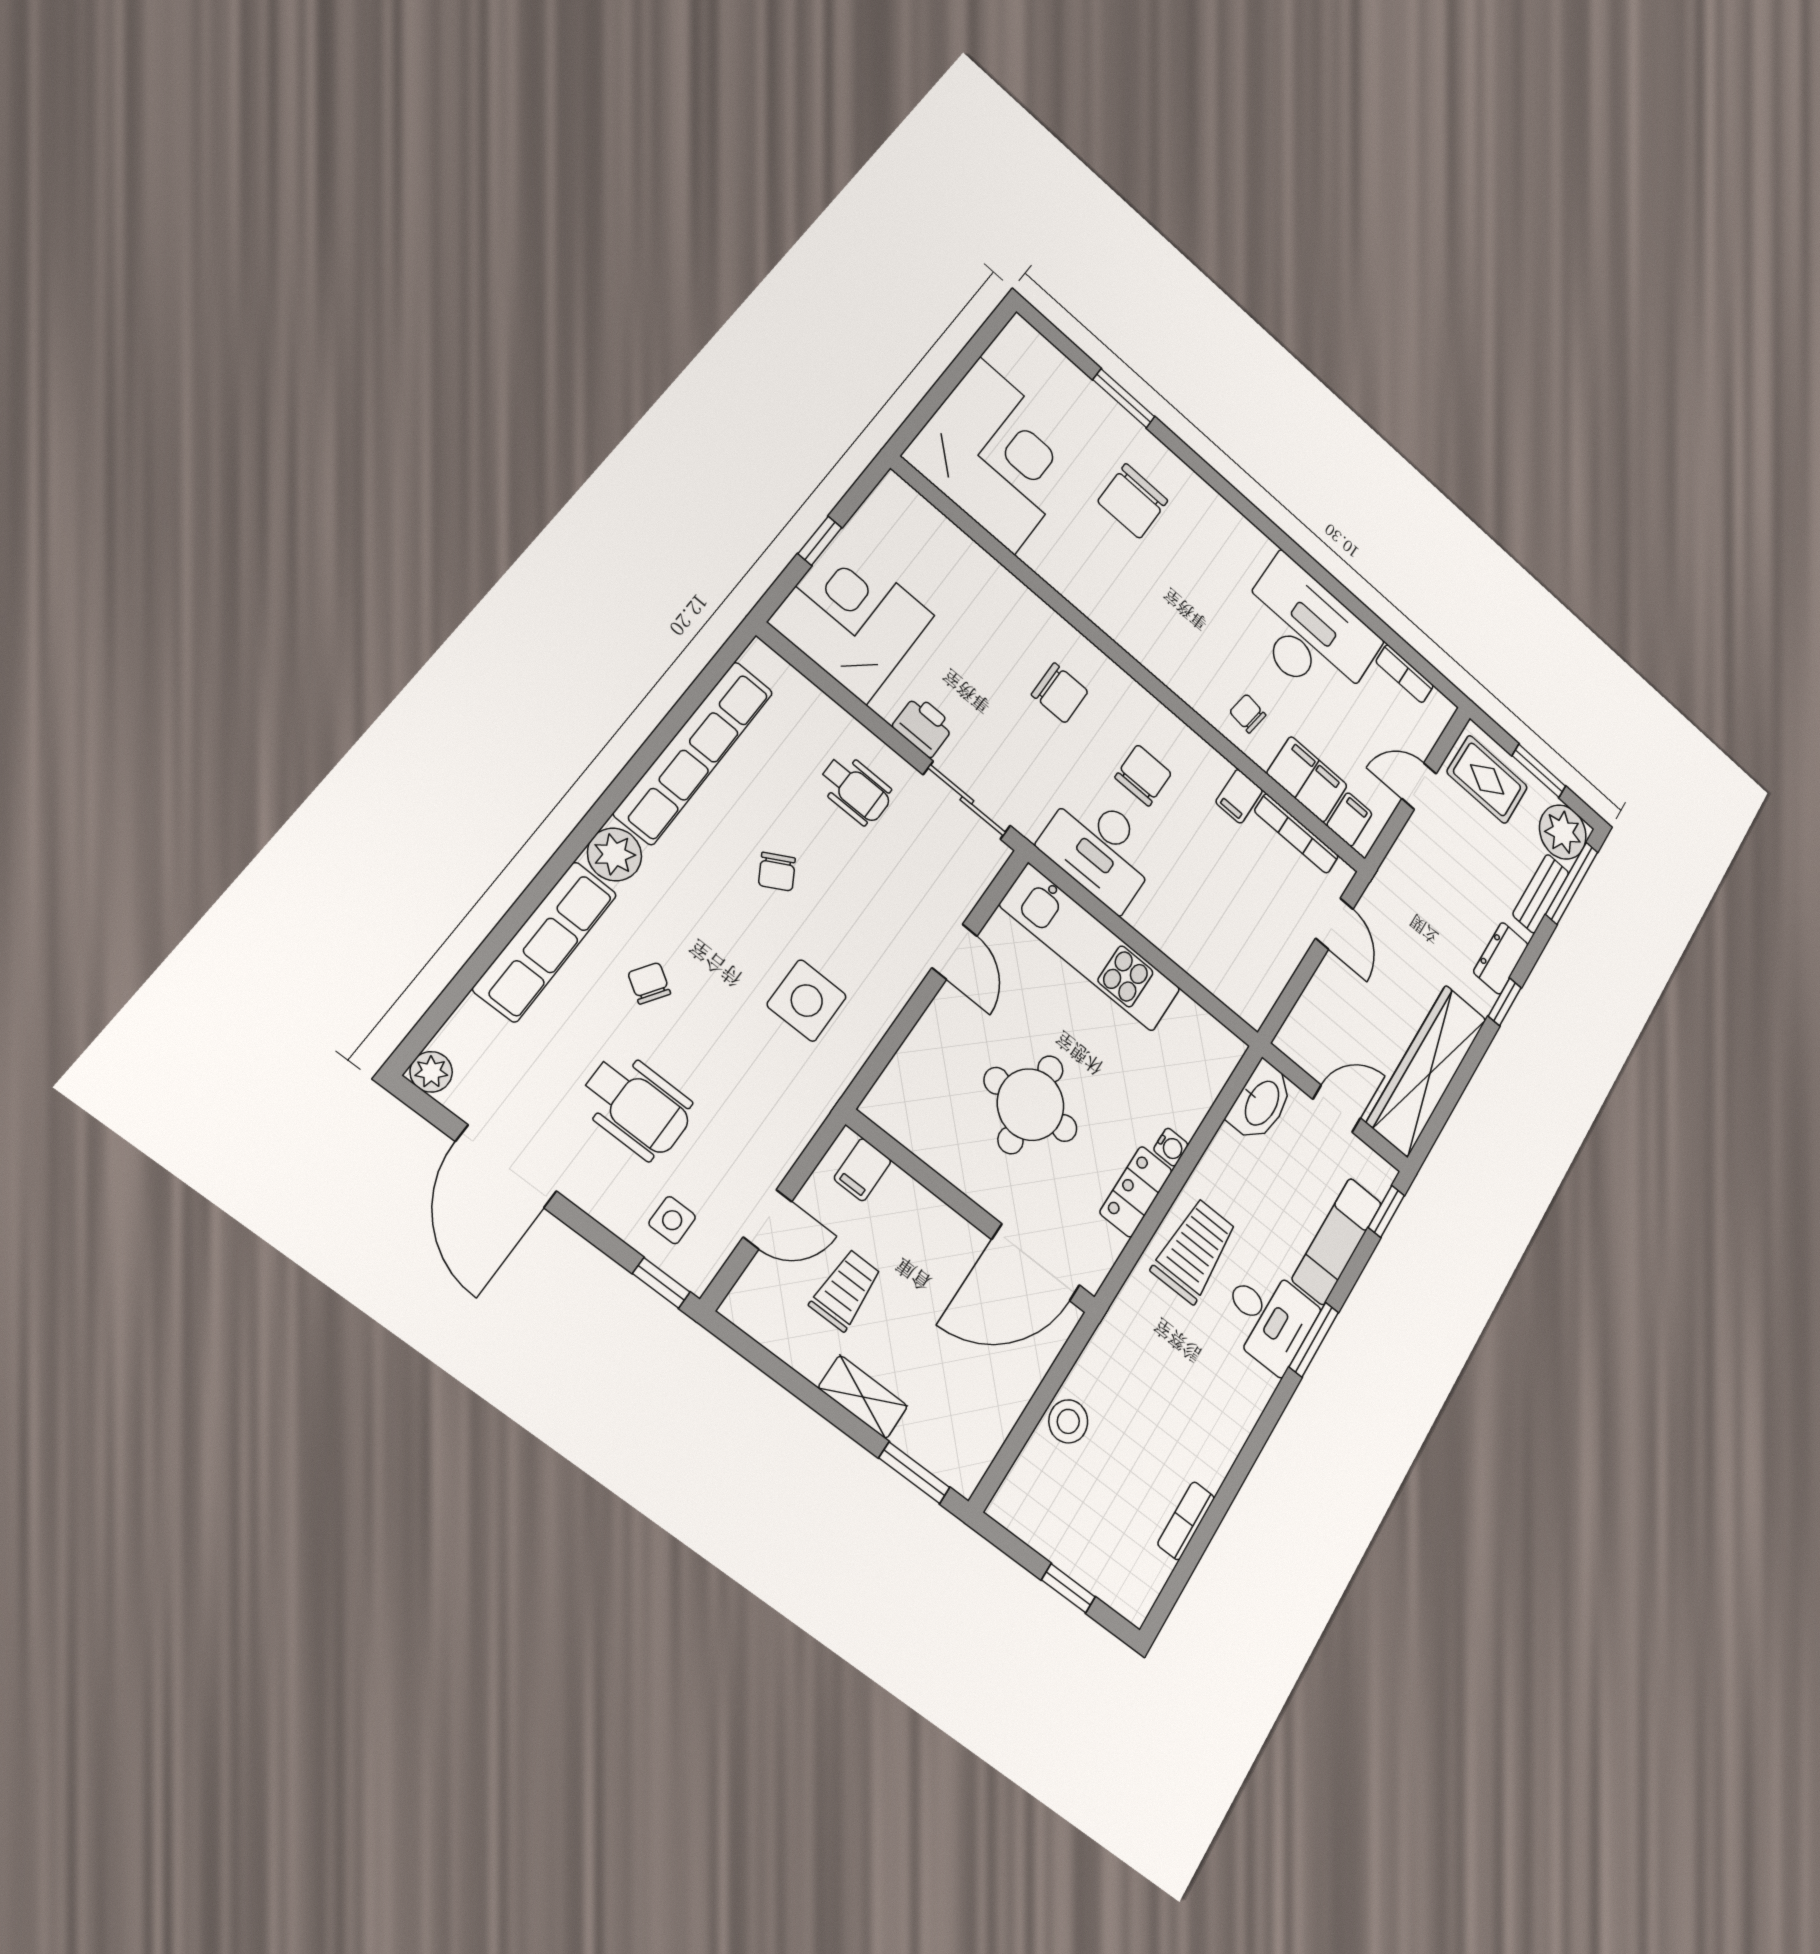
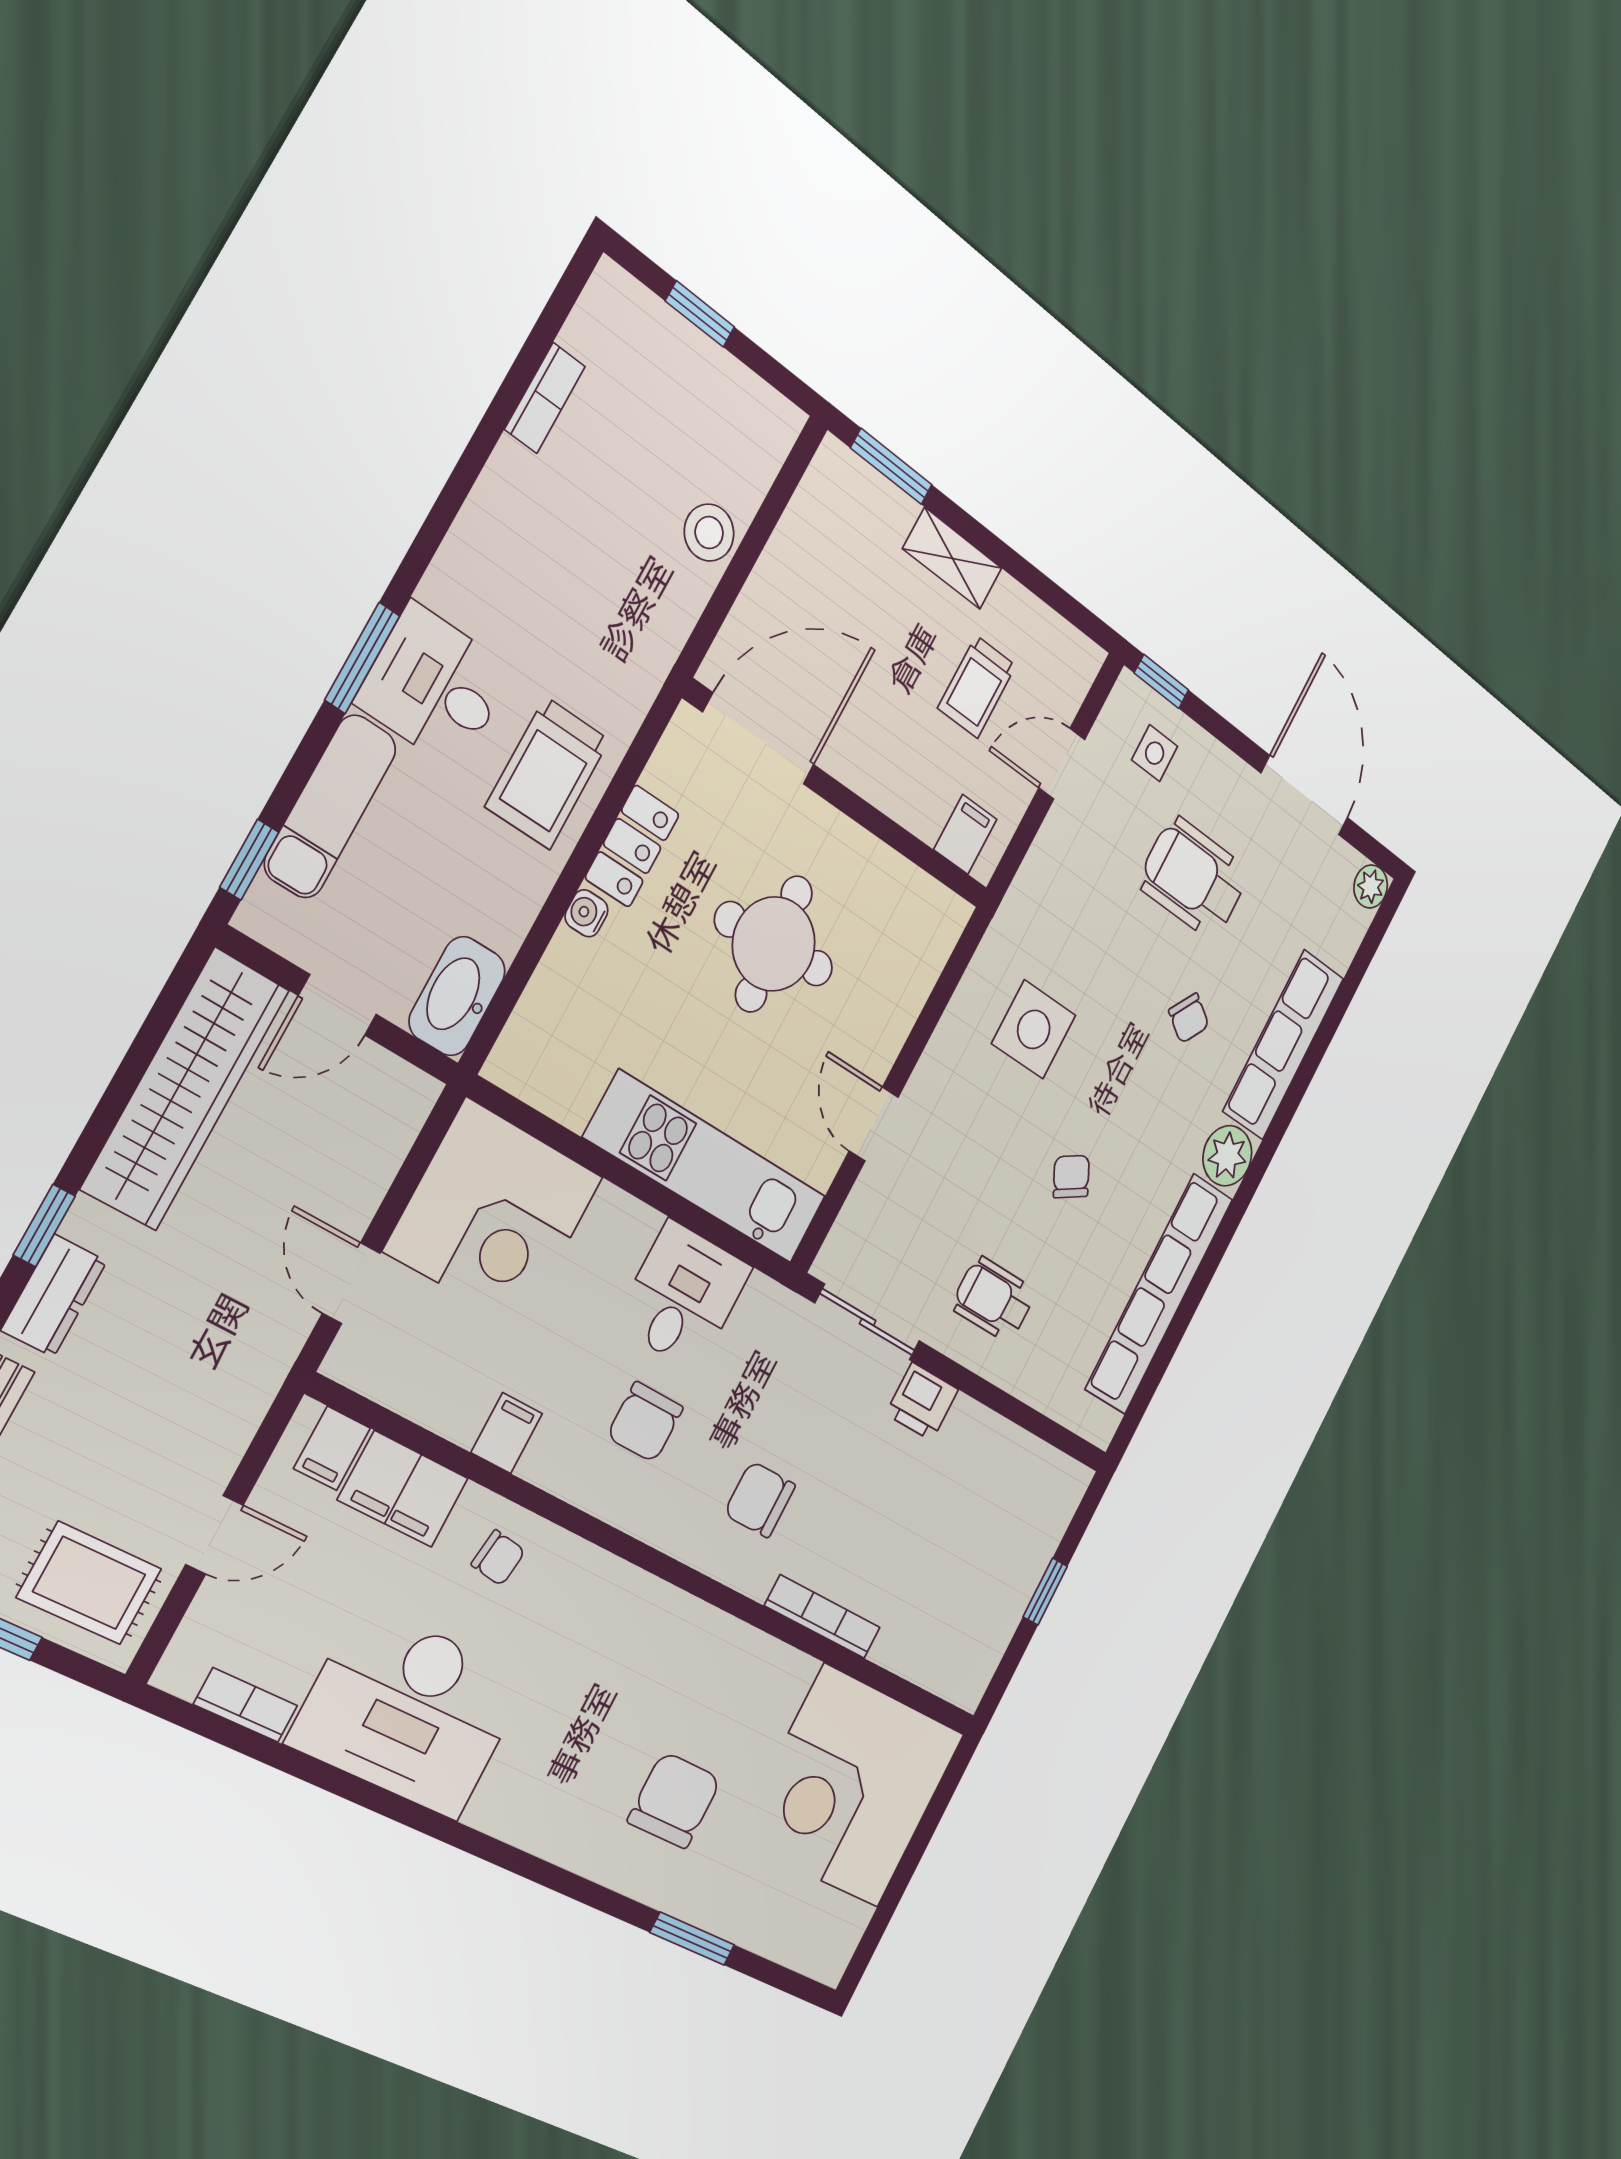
corner desk: (852, 619) -> (494, 1214), moved
bookcase: (1296, 834) -> (823, 1617), moved
desk: (1100, 848) -> (683, 1296), width x0.73

